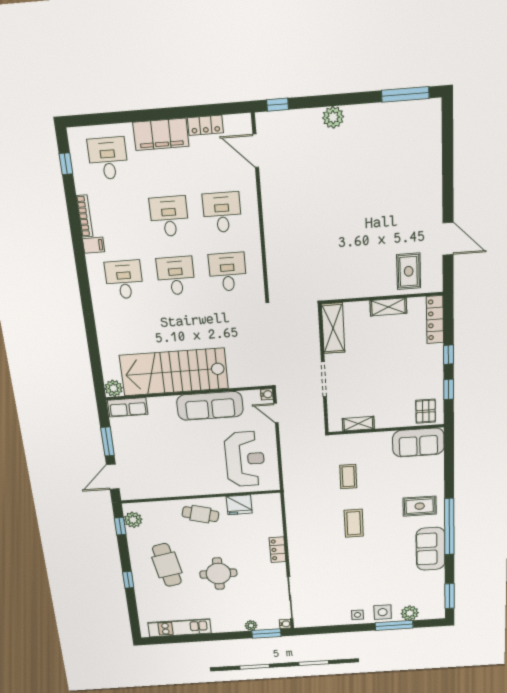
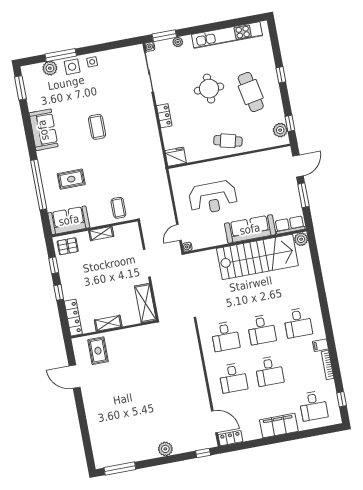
locker: (205, 125) -> (230, 438), moved
sofa: (210, 406) -> (250, 229), moved
pallet: (426, 411) -> (68, 246), turned 90
door: (276, 413) -> (179, 233), swing flipped
shelving: (358, 424) -> (101, 234), moved
reception desk: (245, 459) -> (213, 197), moved, turned -90
coffee table: (348, 477) -> (118, 208), moved
fridge: (239, 505) -> (176, 157), moved
rug: (420, 506) -> (71, 179), moved
coffee table: (354, 523) -> (97, 127), moved
window: (449, 527) -> (39, 185), moved
kitchen unit: (180, 628) -> (227, 35), width x1.36

